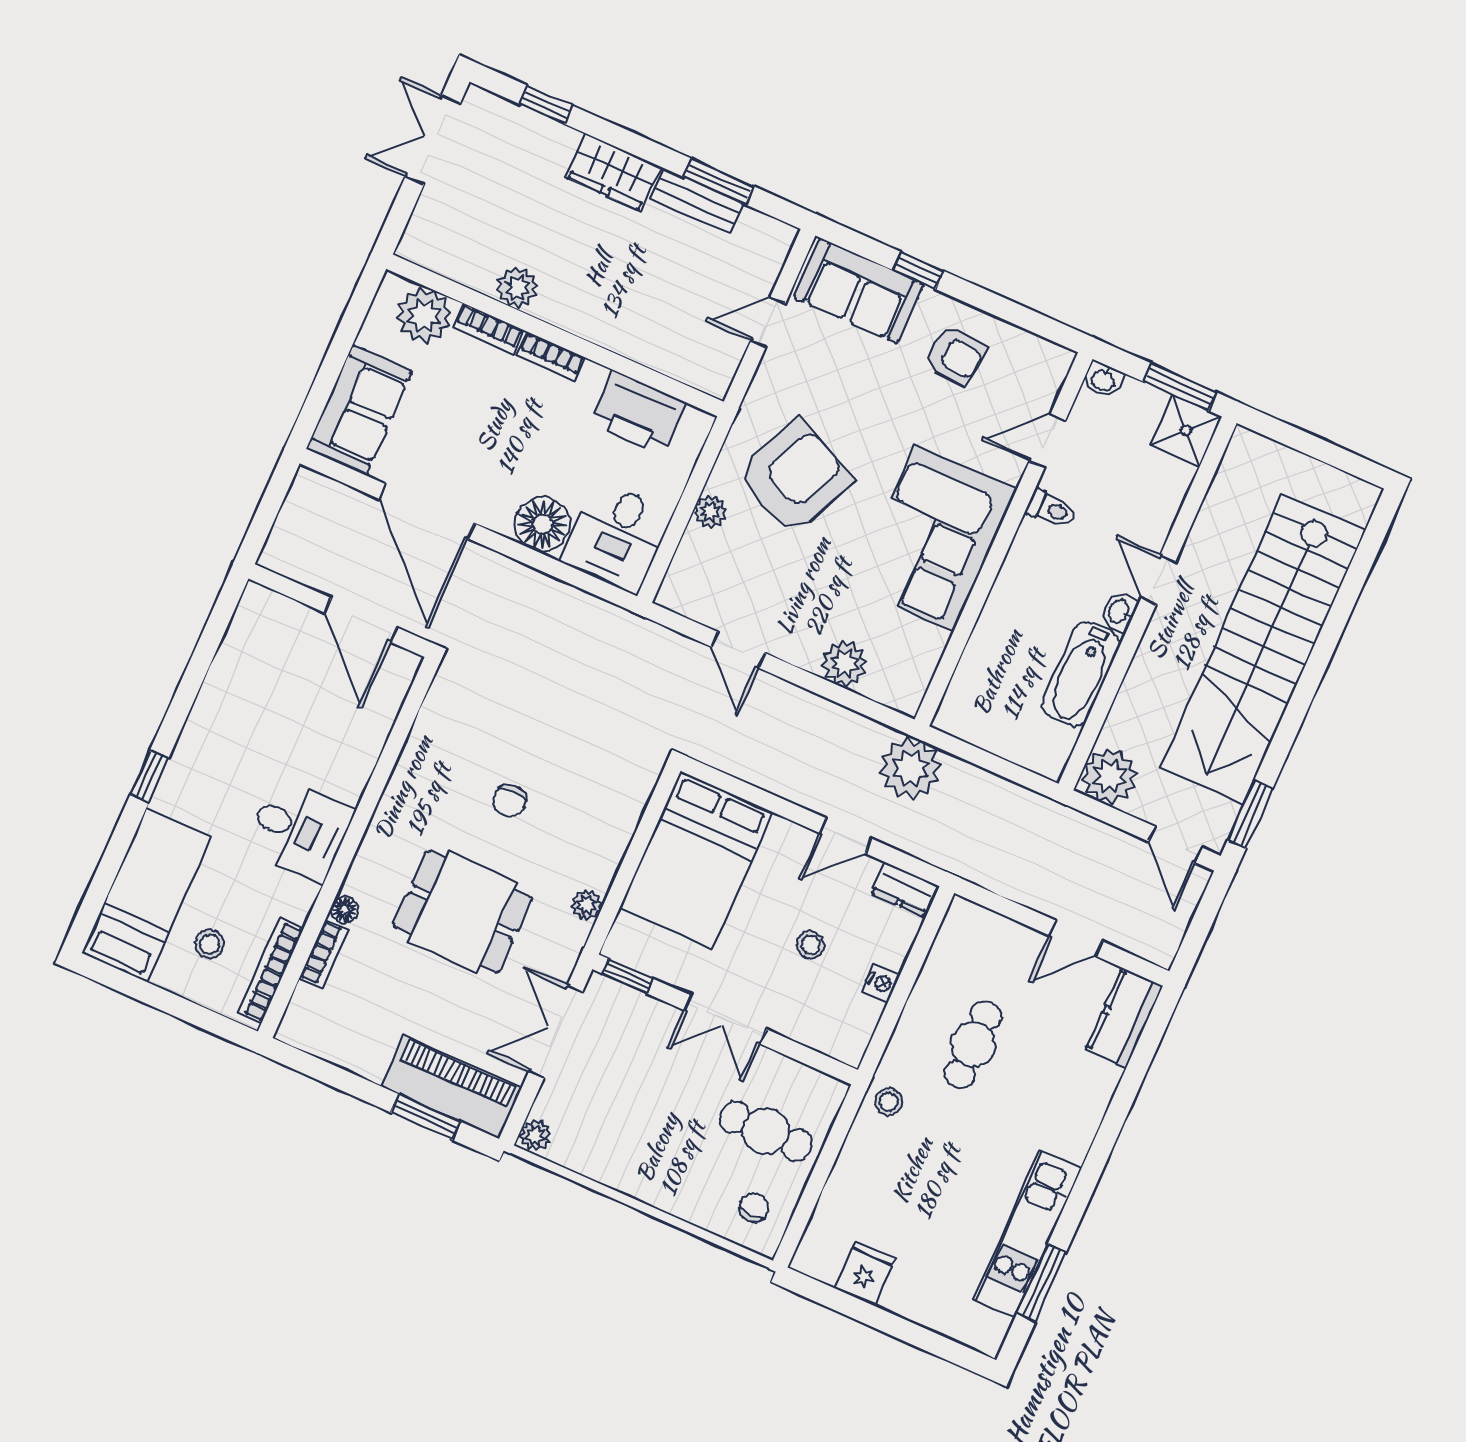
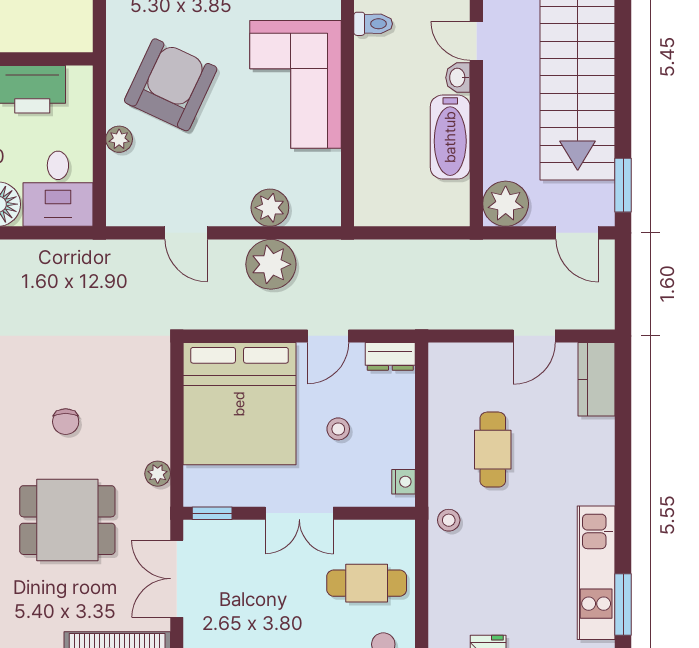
plant: (910, 769) -> (271, 264), moved
bed: (696, 860) -> (239, 404), width x1.36
nightstand: (881, 983) -> (403, 482), moved

